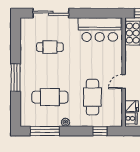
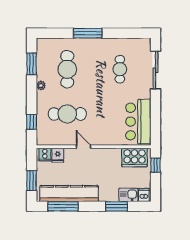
window: (45, 131) -> (32, 64), width x0.69

